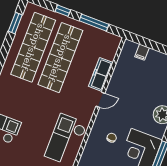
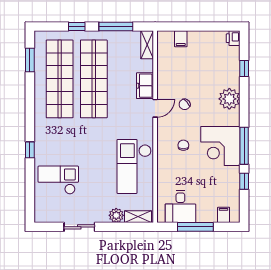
shelving: (113, 47) -> (147, 45), added
freezer: (101, 74) -> (145, 86), width x0.71
chair: (125, 105) -> (185, 104), added

